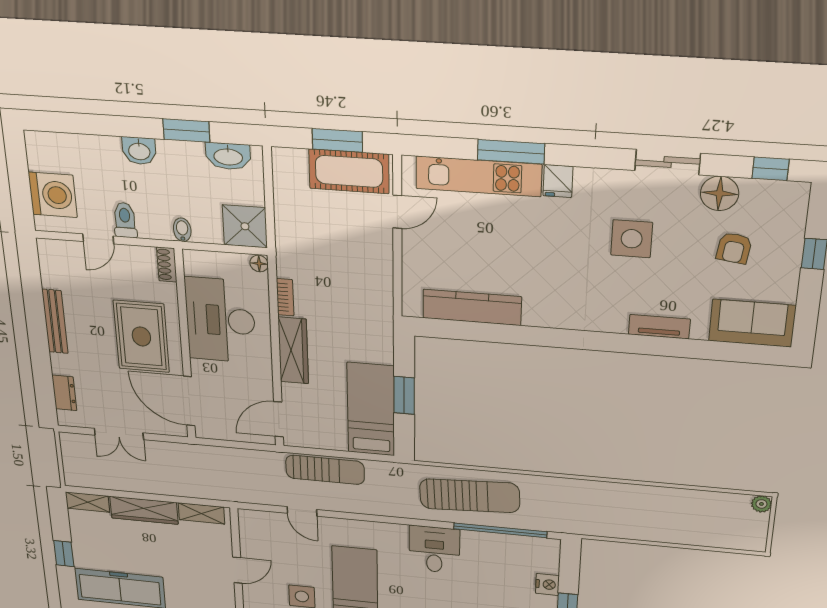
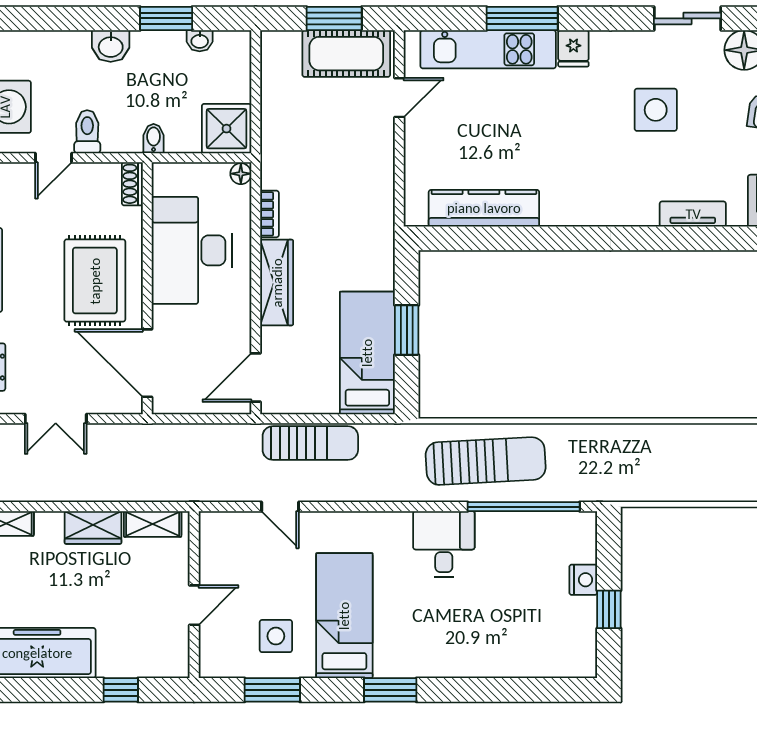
washbasin: (228, 156) -> (200, 41), width x0.52, depth x0.69
wardrobe: (144, 510) -> (93, 528), width x0.67

